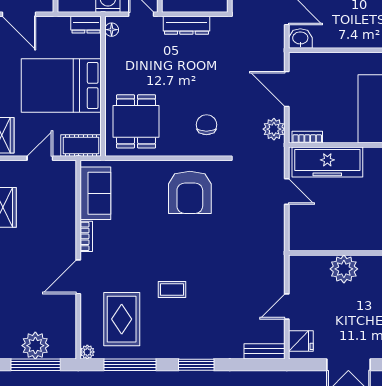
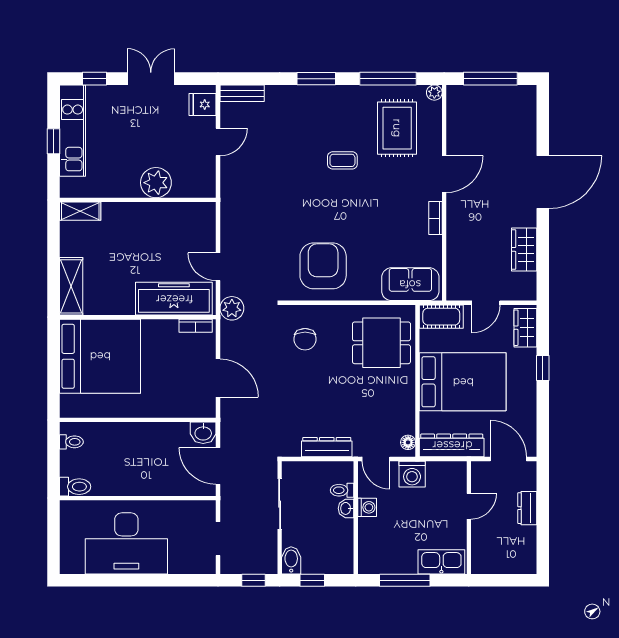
dresser: (86, 25) -> (452, 445), width x1.96, depth x1.24
dining table: (136, 121) -> (381, 343), turned 90
plant: (274, 129) -> (232, 308), moved
sofa: (95, 193) -> (410, 284), moved, turned 90
plant: (35, 346) -> (491, 100), removed

